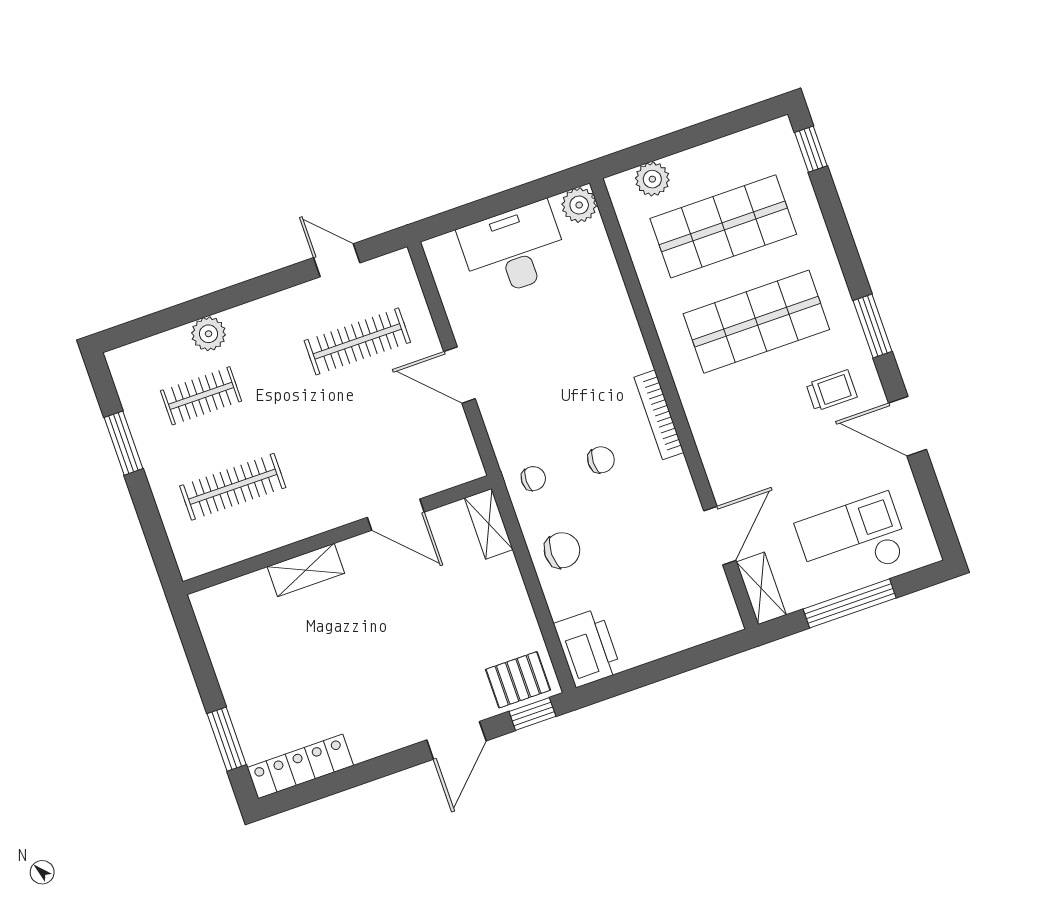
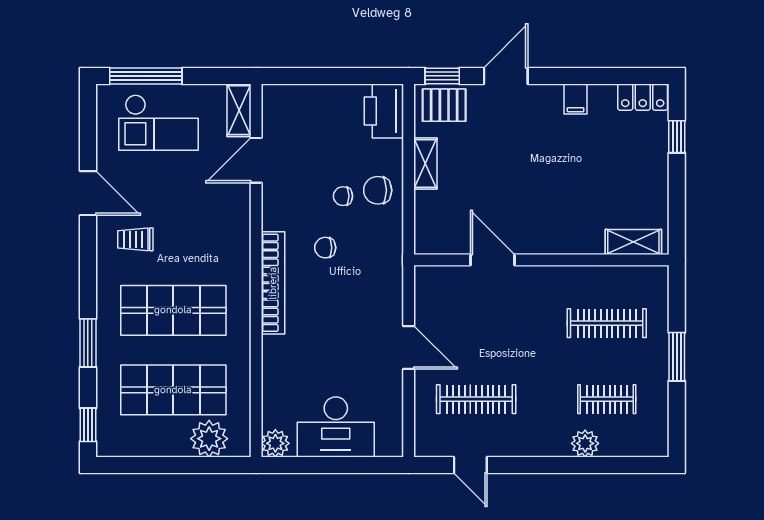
plant: (652, 179) -> (209, 439), width x1.36, depth x1.36
window: (873, 326) -> (88, 343), moved
bookcase: (659, 415) -> (273, 283), width x1.48, depth x1.31
window: (124, 443) -> (677, 357), moved
chair: (533, 479) -> (343, 196), moved
shelving: (489, 524) -> (425, 163), moved
shelving: (306, 570) -> (633, 242), moved
window: (850, 603) -> (146, 76), moved
window: (227, 739) -> (677, 137), width x0.67
filing cabinet: (363, 742) -> (575, 99), added
locker: (300, 766) -> (643, 97), width x0.66

